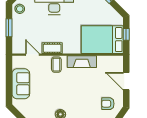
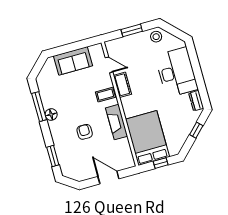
door: (32, 55) -> (109, 65), hinge flipped
door: (126, 81) -> (108, 178), hinge flipped
armchair: (108, 104) -> (85, 132), moved

